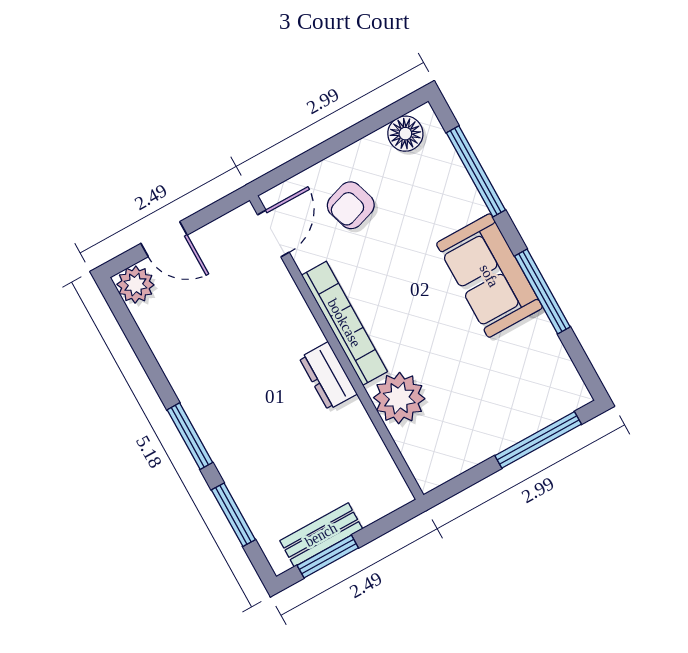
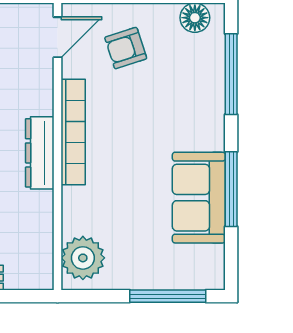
sofa: (489, 276) -> (199, 198), moved
dresser: (328, 376) -> (40, 153), width x1.44
plant: (399, 398) -> (83, 258), moved

